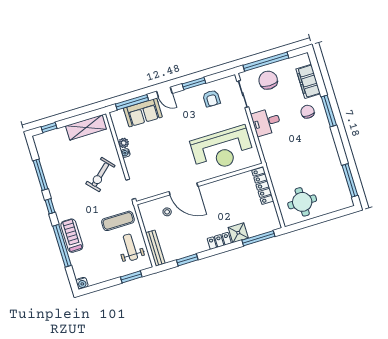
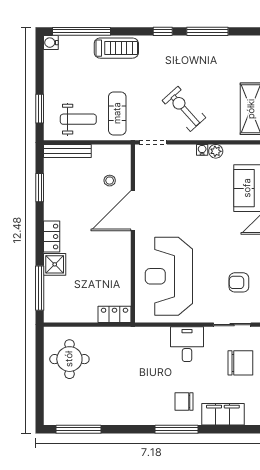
chair: (308, 112) -> (184, 401), turned 180
locker: (263, 186) -> (115, 314), width x0.66
window: (62, 246) -> (81, 31), moved

